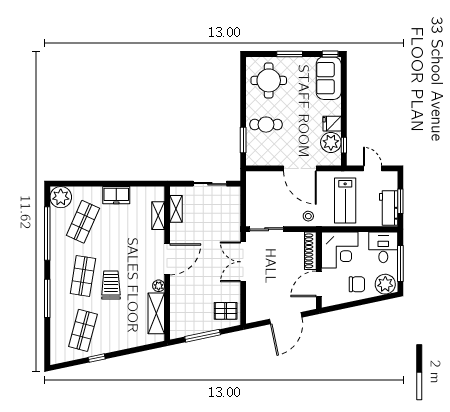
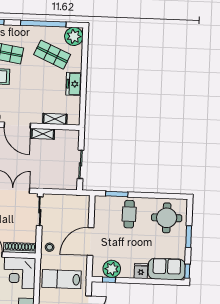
fridge: (332, 124) -> (141, 271), moved
shelving: (176, 209) -> (43, 134), moved

